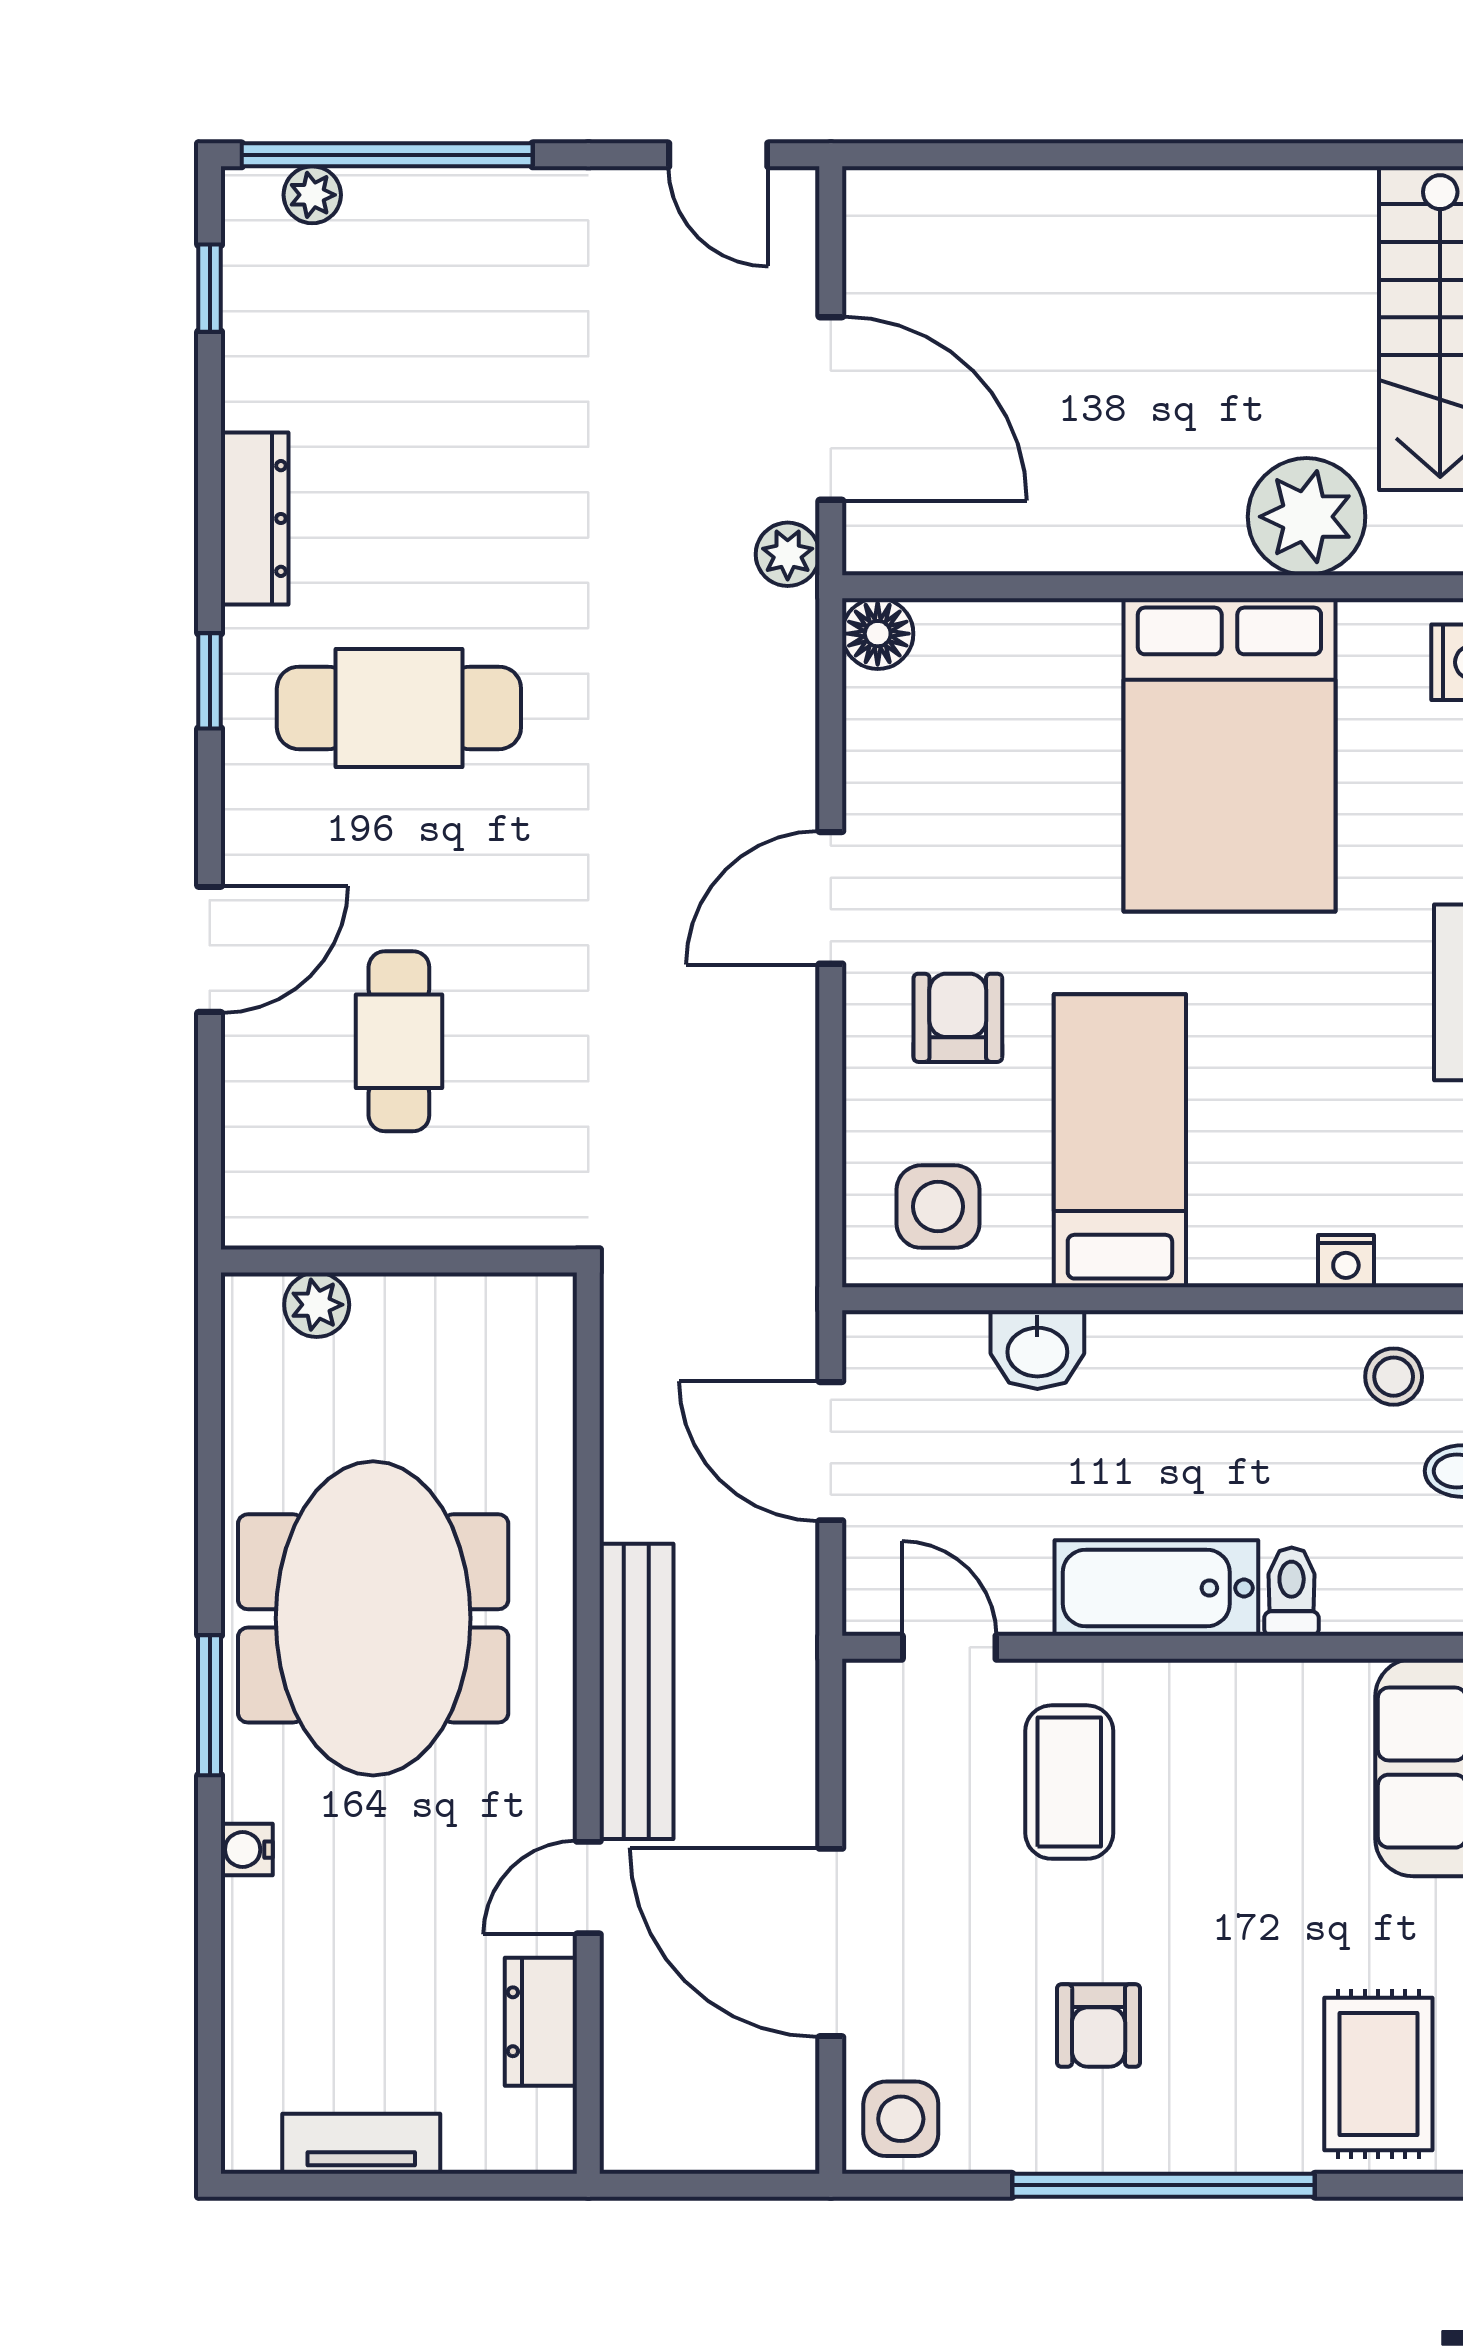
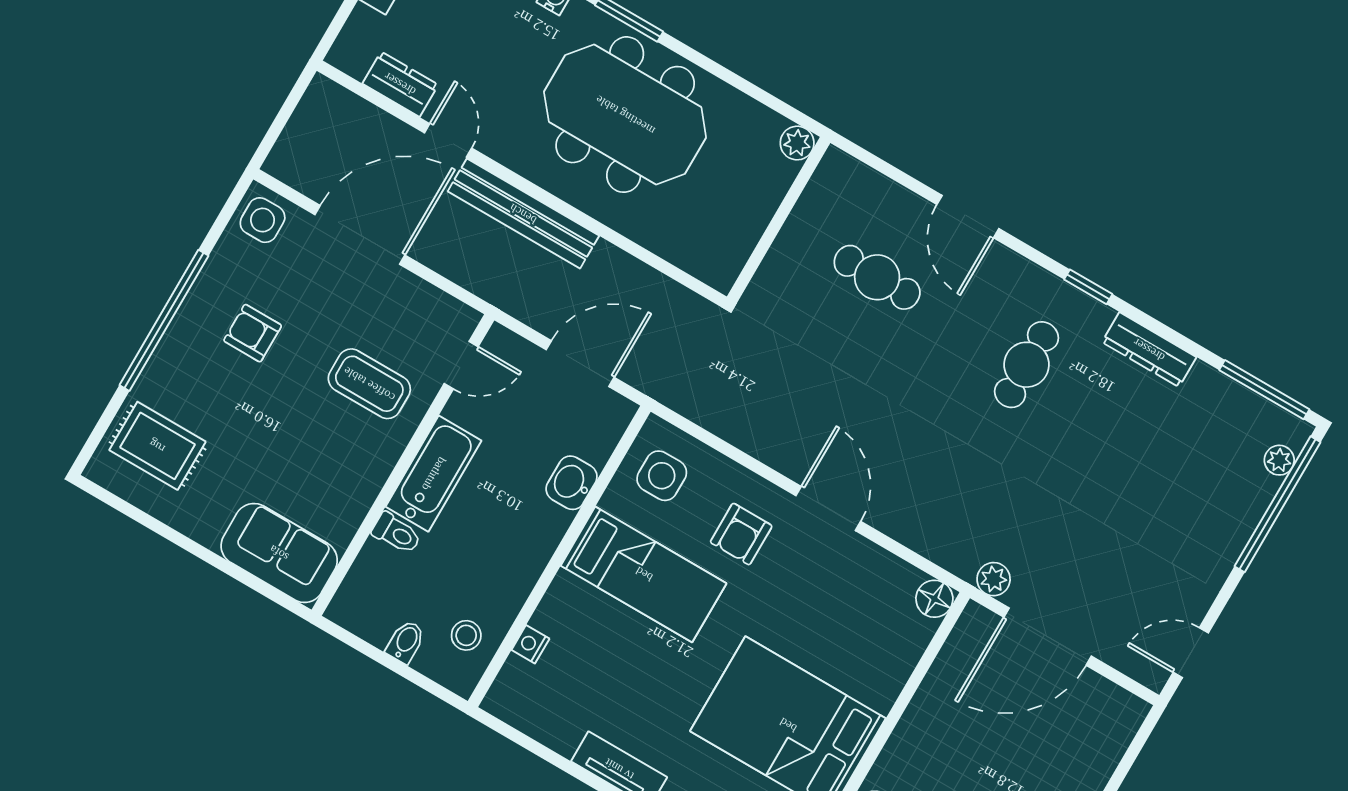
window: (210, 288) -> (1264, 390), width x2.17
cafe table: (399, 708) -> (1026, 365), width x0.73, depth x0.74
armchair: (958, 1018) -> (741, 534), turned 90
plant: (317, 1305) -> (797, 143), moved

